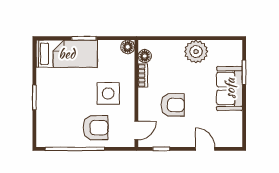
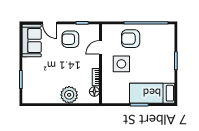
floor lamp: (128, 47) -> (107, 98), removed
plant: (196, 52) -> (69, 95), moved
sofa: (230, 88) -> (32, 41), moved
armchair: (173, 105) -> (70, 39), moved
door: (136, 130) -> (101, 47), moved

